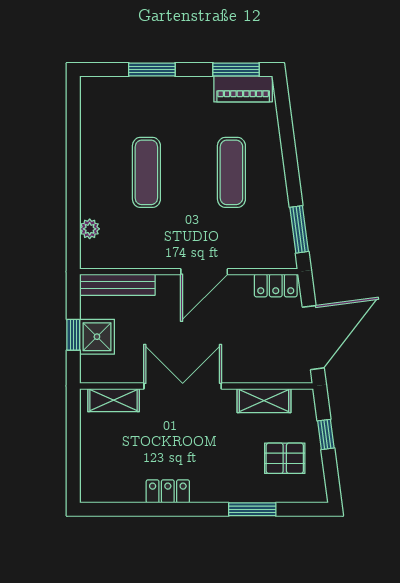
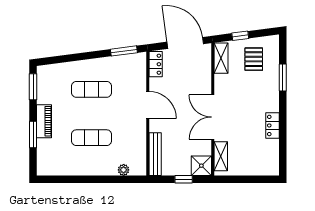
piano: (243, 89) -> (44, 121), moved
shower: (97, 337) -> (201, 166), moved
shelving: (264, 401) -> (221, 58), moved

